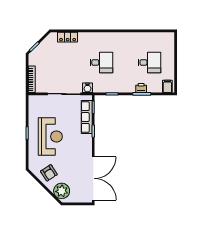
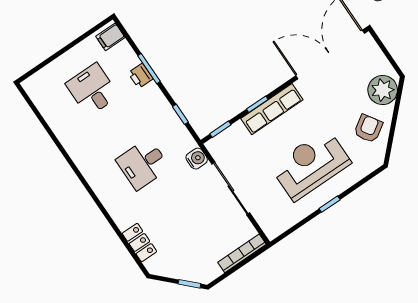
desk: (101, 62) -> (143, 164), turned -90
row of seats: (87, 117) -> (272, 109), moved

